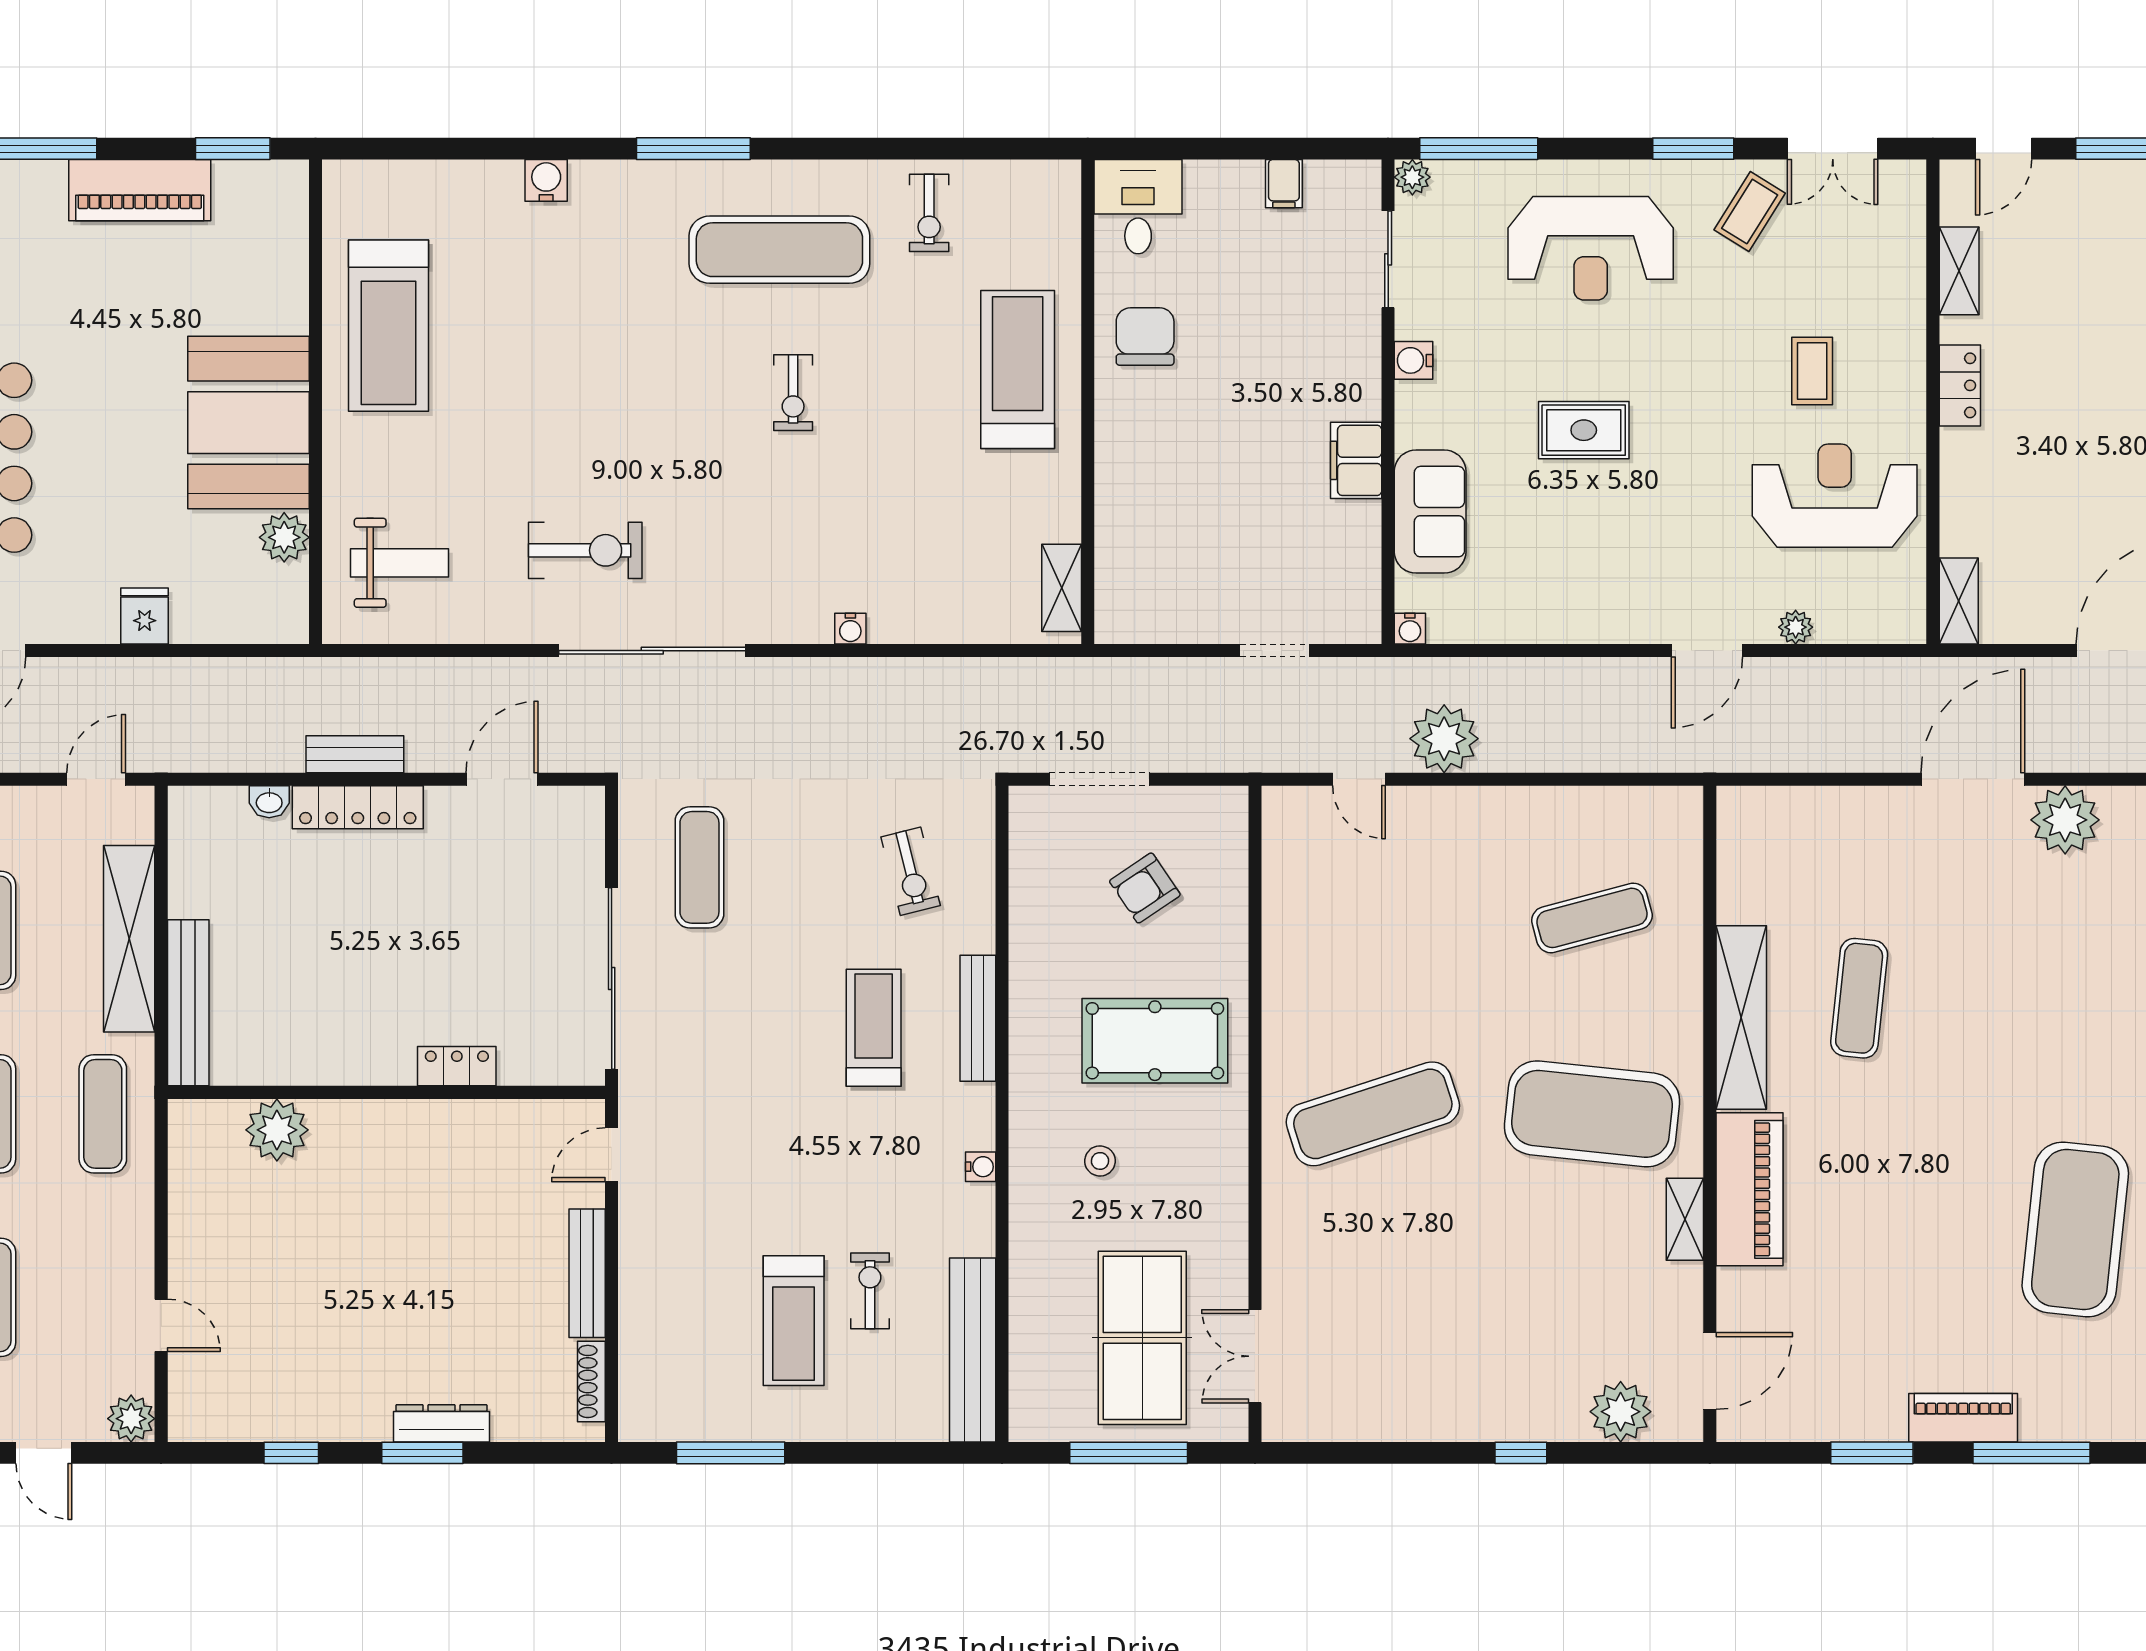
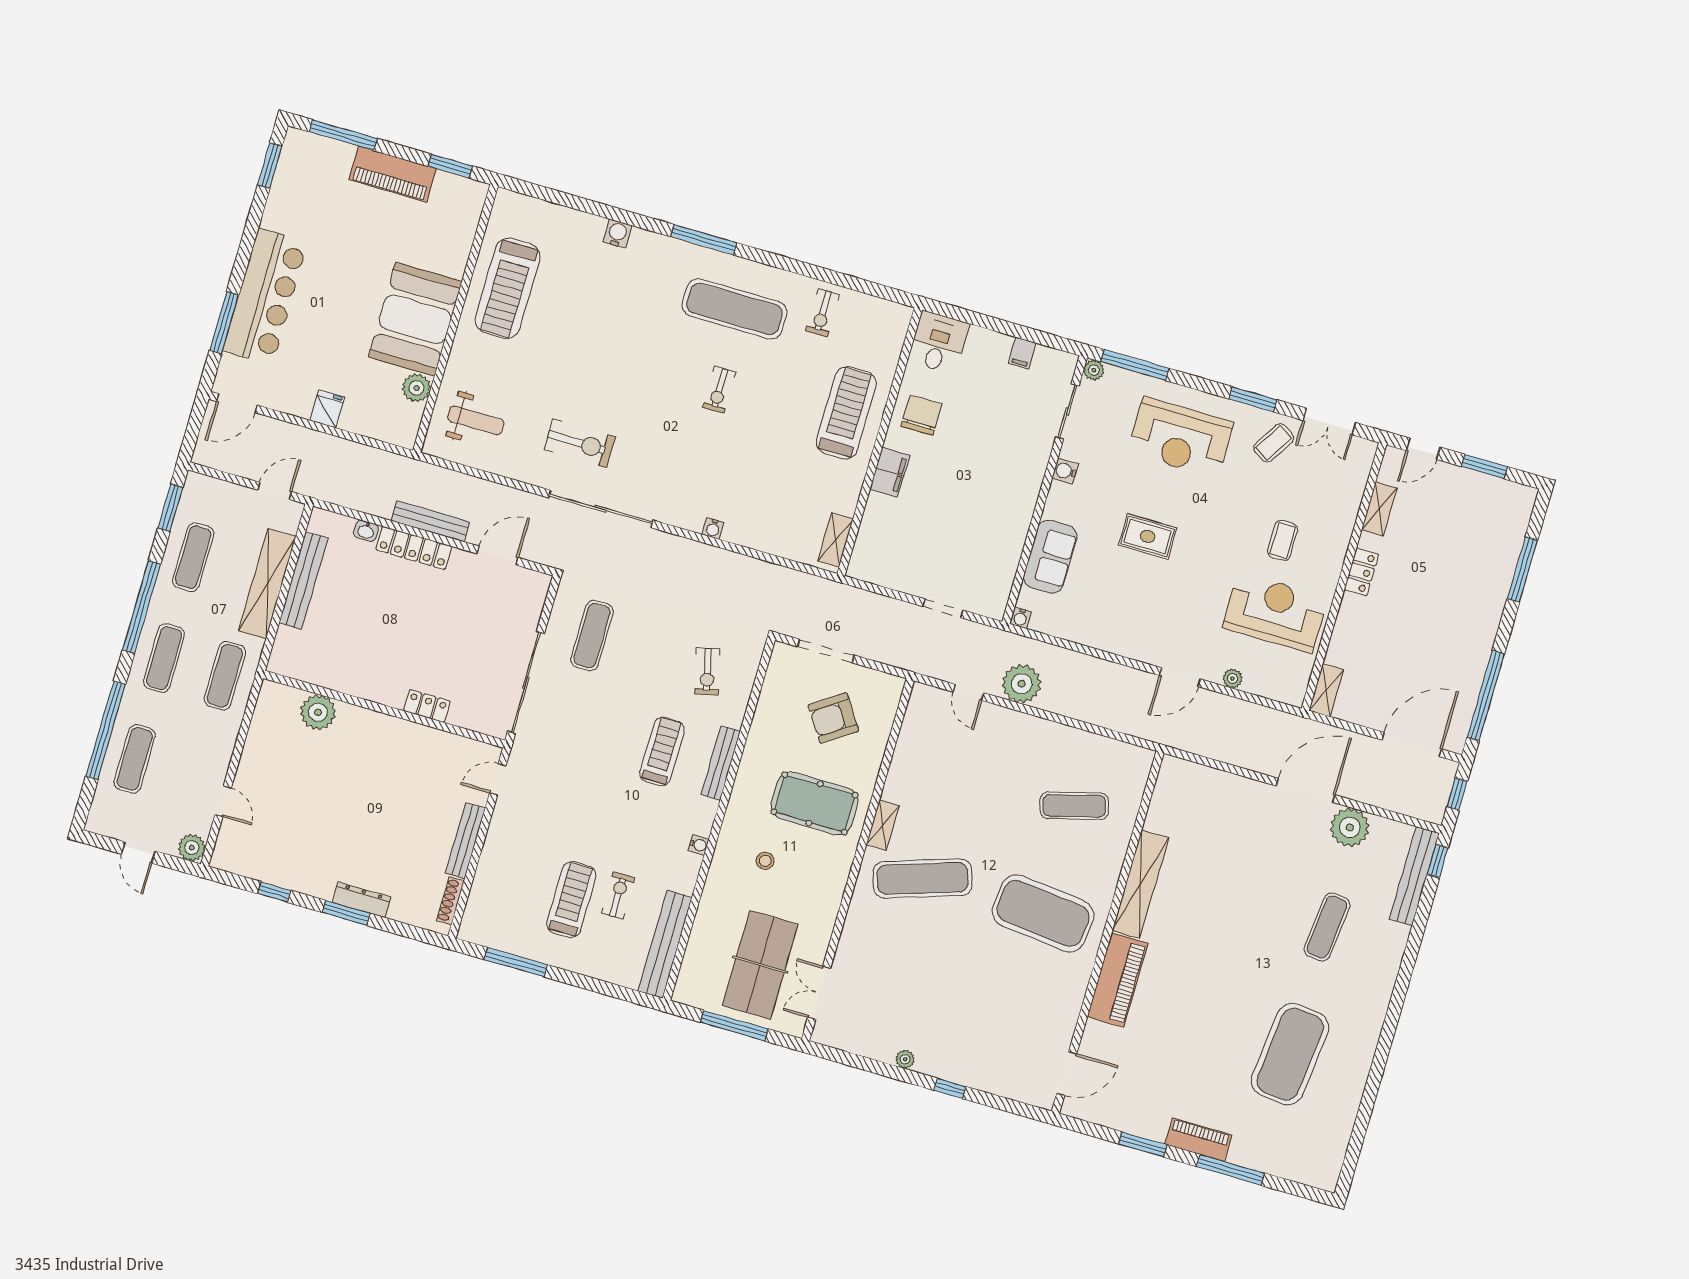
filing cabinet: (1356, 460) -> (890, 472), moved, turned 180
bench: (355, 754) -> (430, 521), width x1.36
armchair: (1145, 888) -> (833, 718), width x1.38, depth x1.38
exercise mat: (1859, 998) -> (1327, 927), moved
bench: (188, 1003) -> (303, 581), moved
shelving: (1685, 1219) -> (883, 825), moved
treadmill: (794, 1321) -> (571, 900), turned 180
plant: (1621, 1412) -> (905, 1059), moved, width x0.53, depth x0.53

